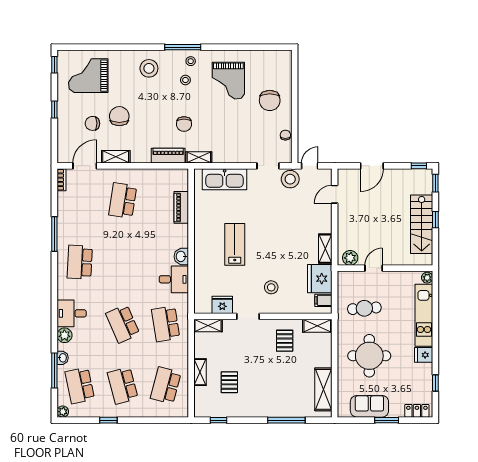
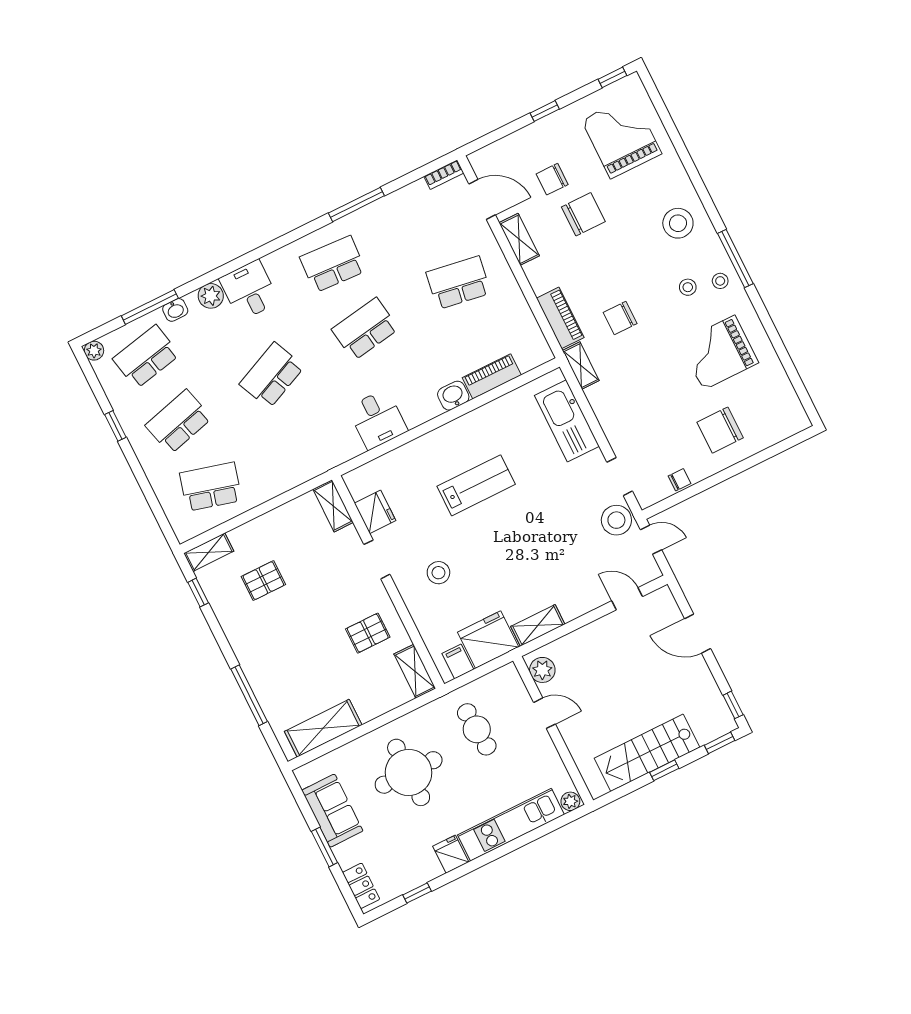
chair: (92, 123) -> (552, 179), turned -90
washbasin: (181, 256) -> (453, 396), moved
school desk: (166, 324) -> (365, 329), moved
shelving: (200, 372) -> (209, 552), moved

